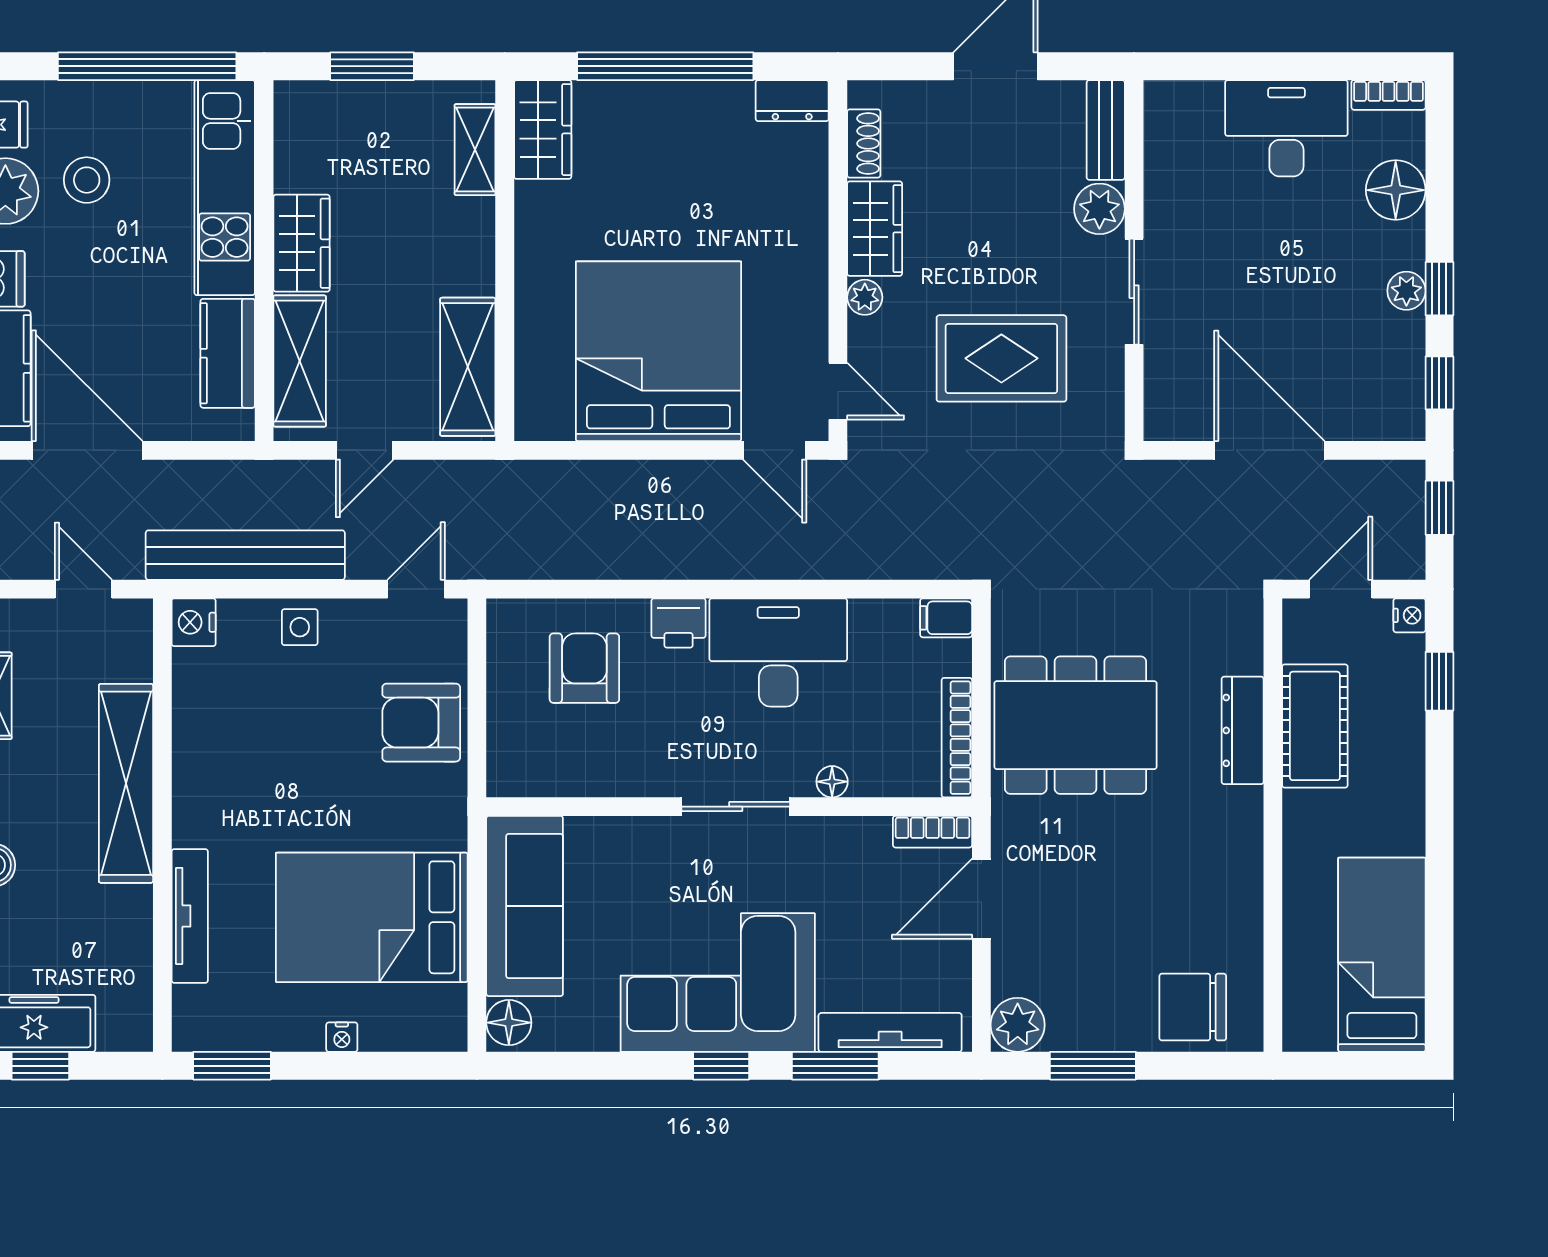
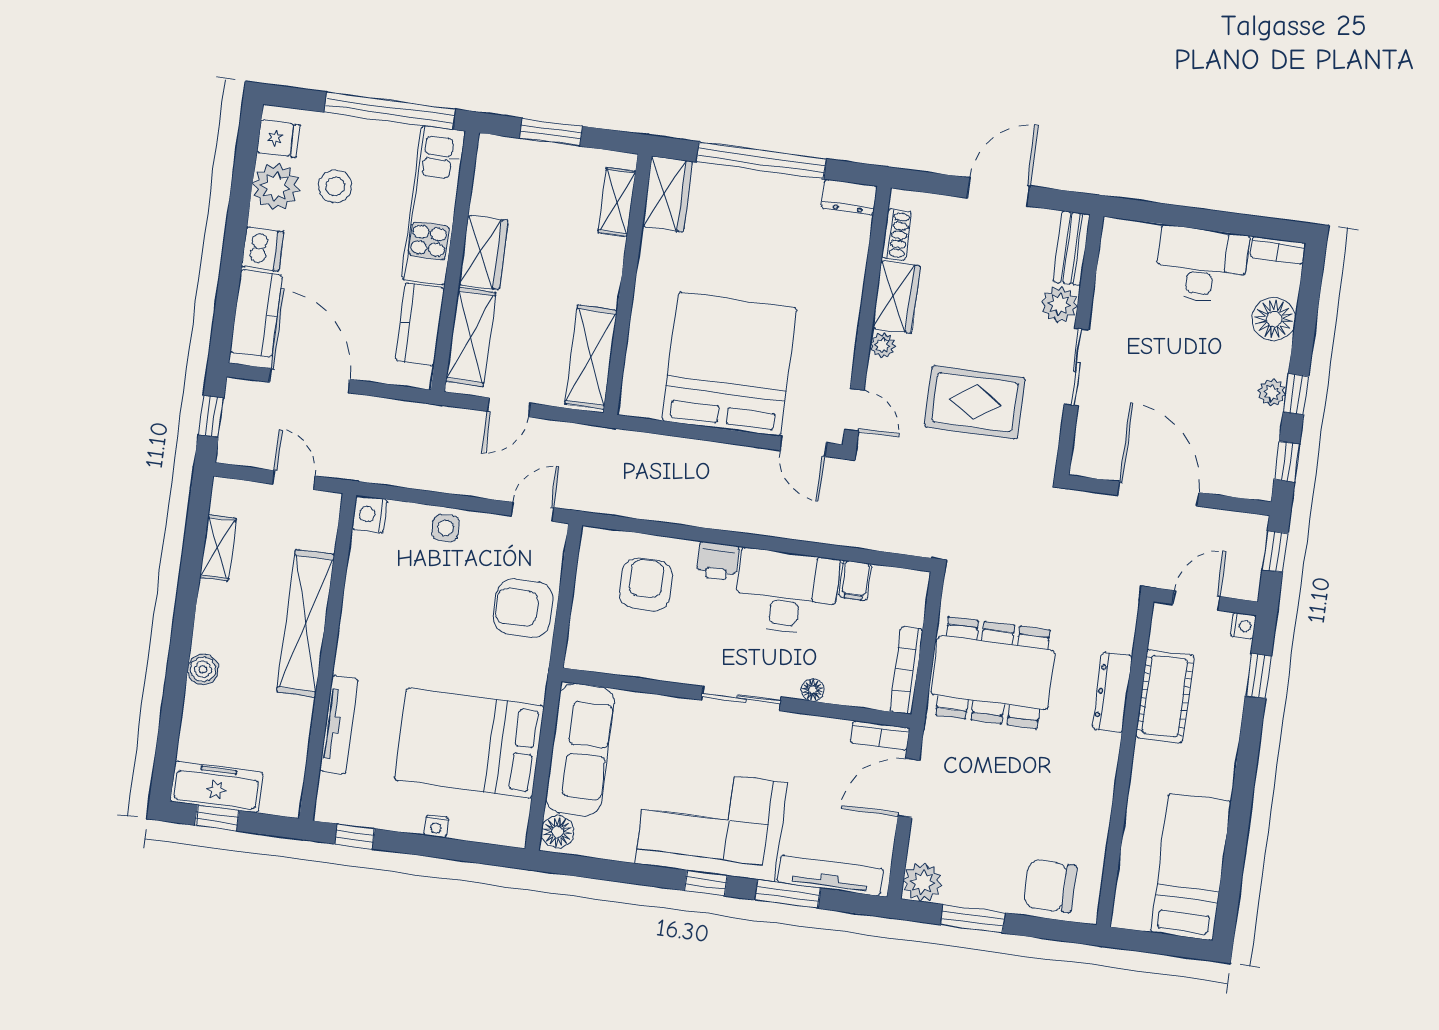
bench: (245, 555) -> (413, 471), removed
filing cabinet: (946, 618) -> (855, 581), moved, turned -90
window: (232, 1066) -> (355, 836), width x0.67

